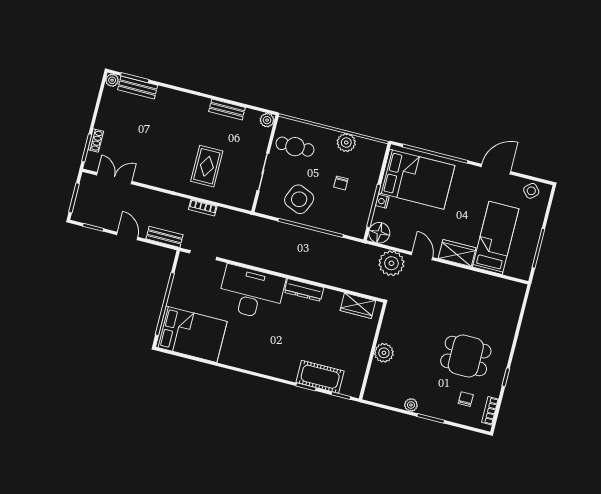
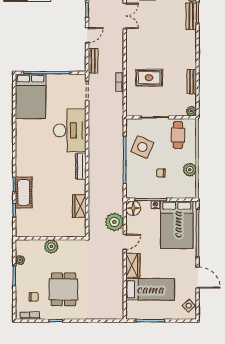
wall: (373, 351) -> (51, 238), moved
plant: (384, 353) -> (51, 246), moved

